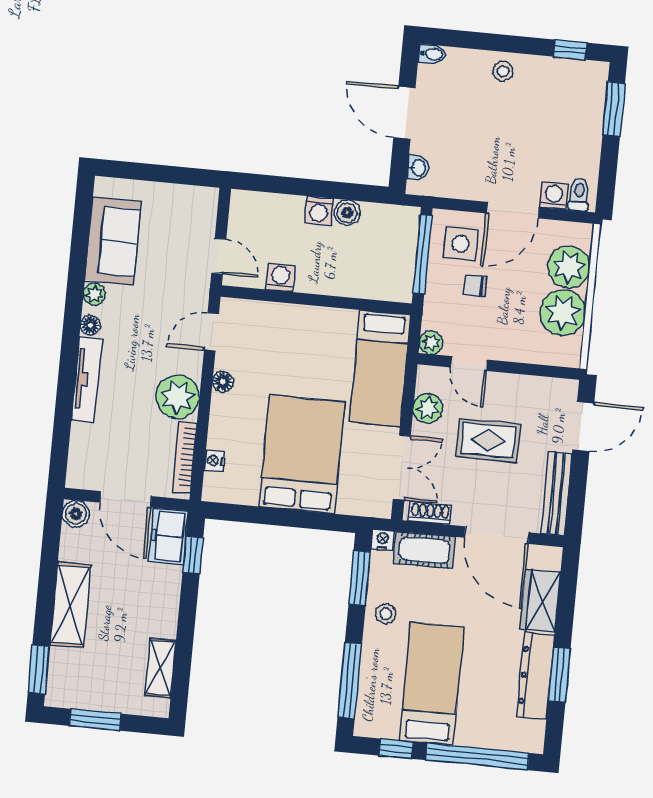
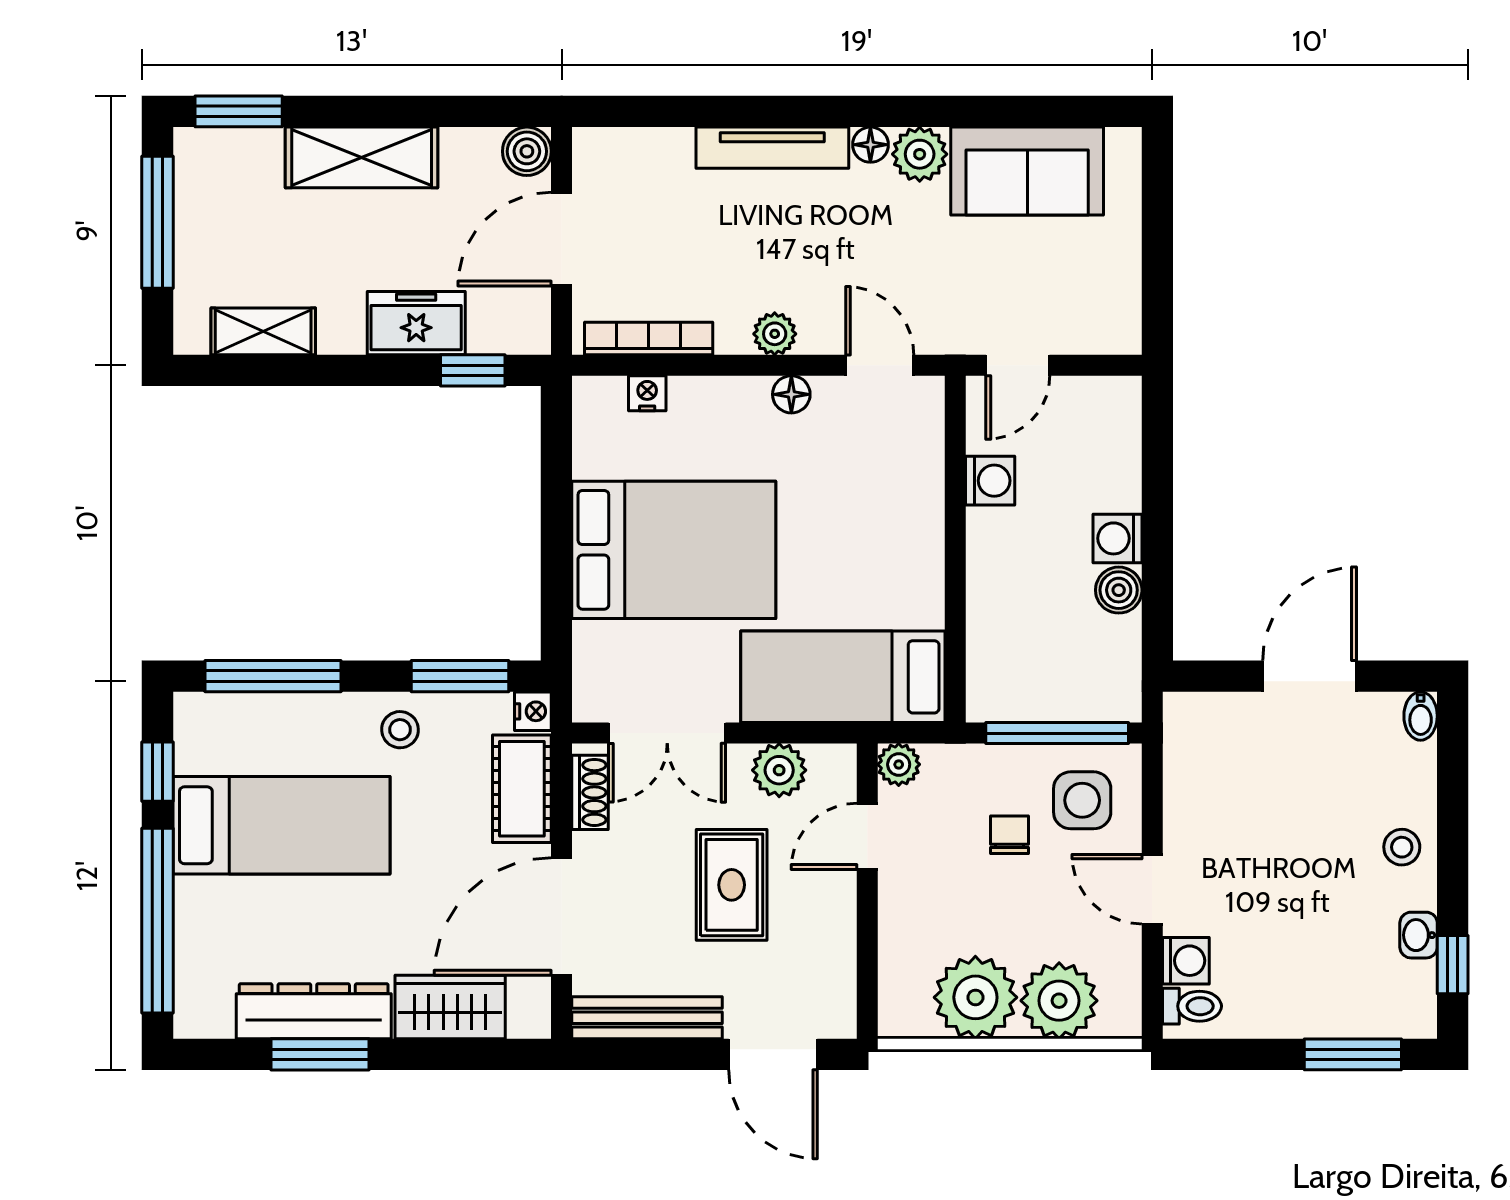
washbasin: (418, 168) -> (1419, 935), moved, turned 90
door: (513, 210) -> (1152, 889), width x0.73
plant: (94, 294) -> (920, 154), width x1.38, depth x1.38
plant: (178, 397) -> (775, 334), width x0.53, depth x0.53
freezer: (169, 536) -> (416, 323), moved
window: (95, 720) -> (158, 222), width x1.44

